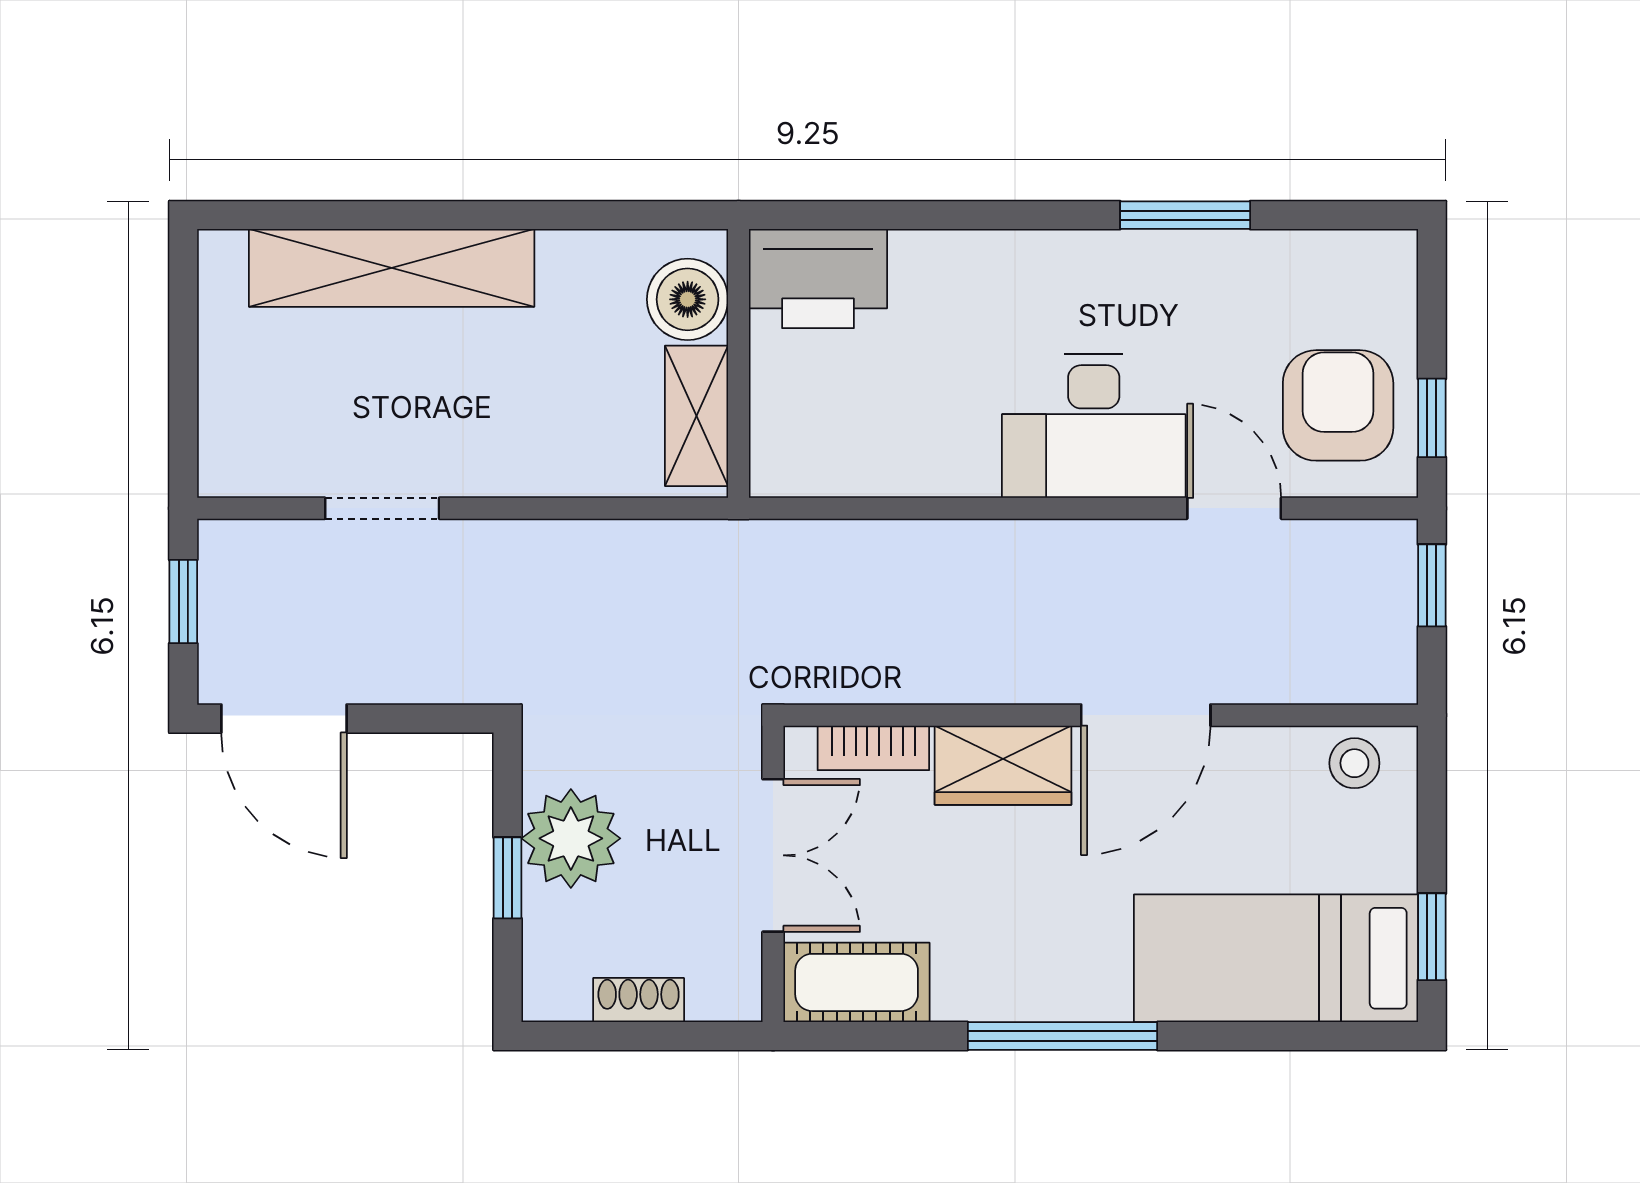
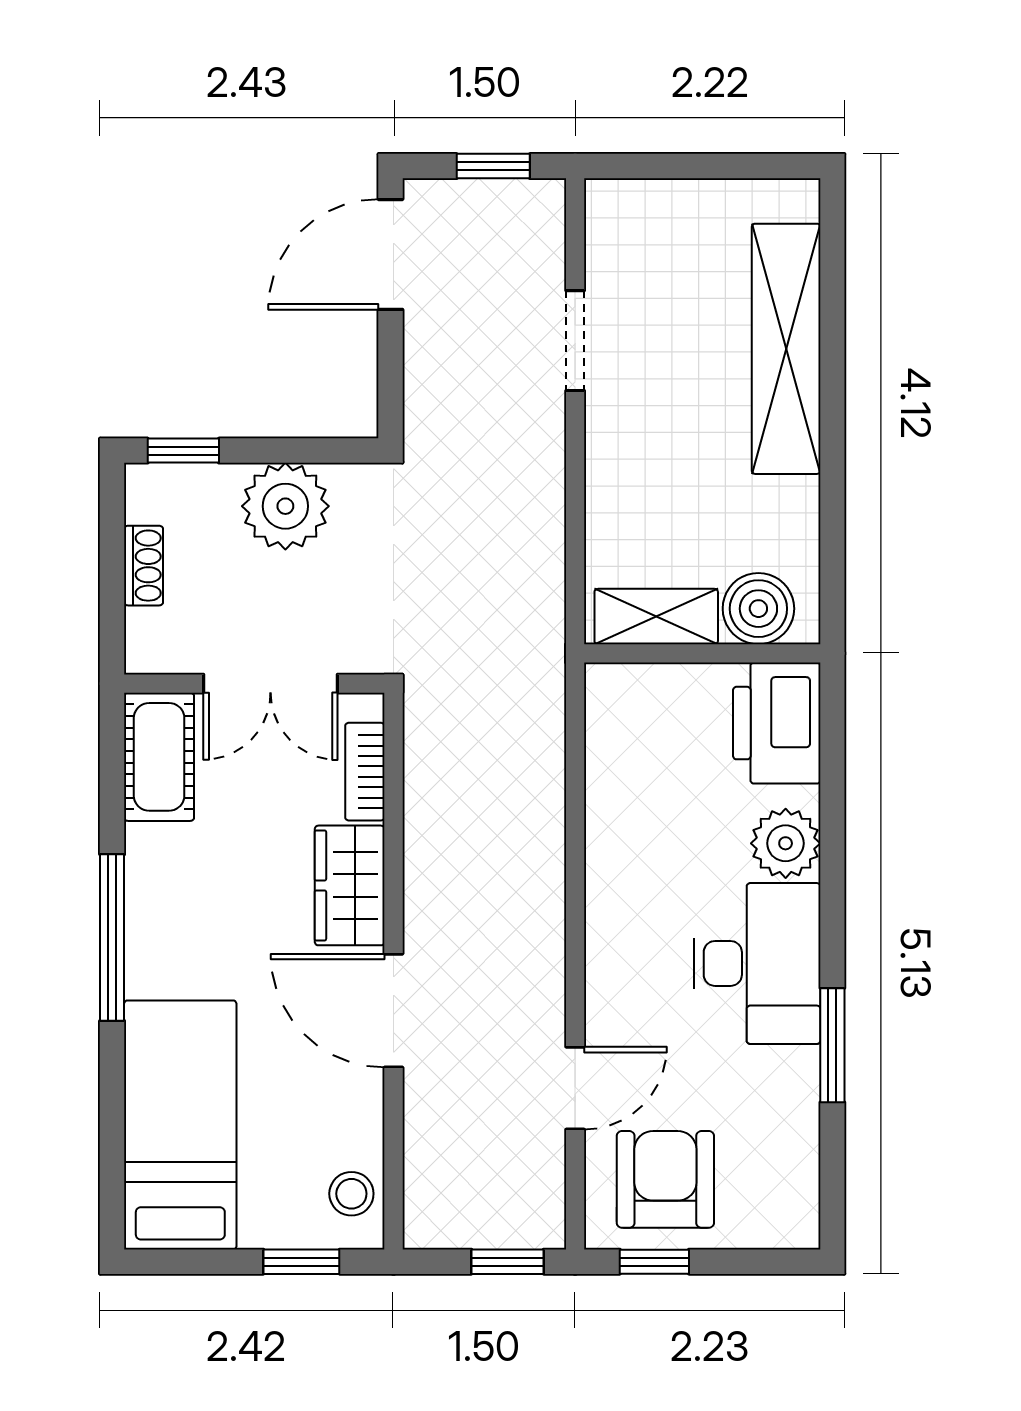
plant: (955, 269) -> (786, 843), added
armchair: (1338, 405) -> (665, 1179), turned -90
desk: (1094, 426) -> (757, 963), moved, turned 180
window: (507, 878) -> (183, 451), moved
window: (1432, 937) -> (301, 1262), moved

